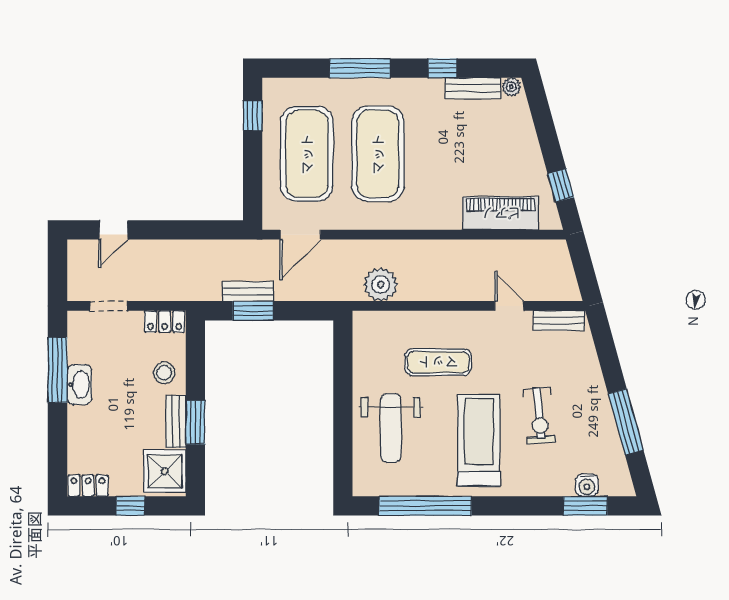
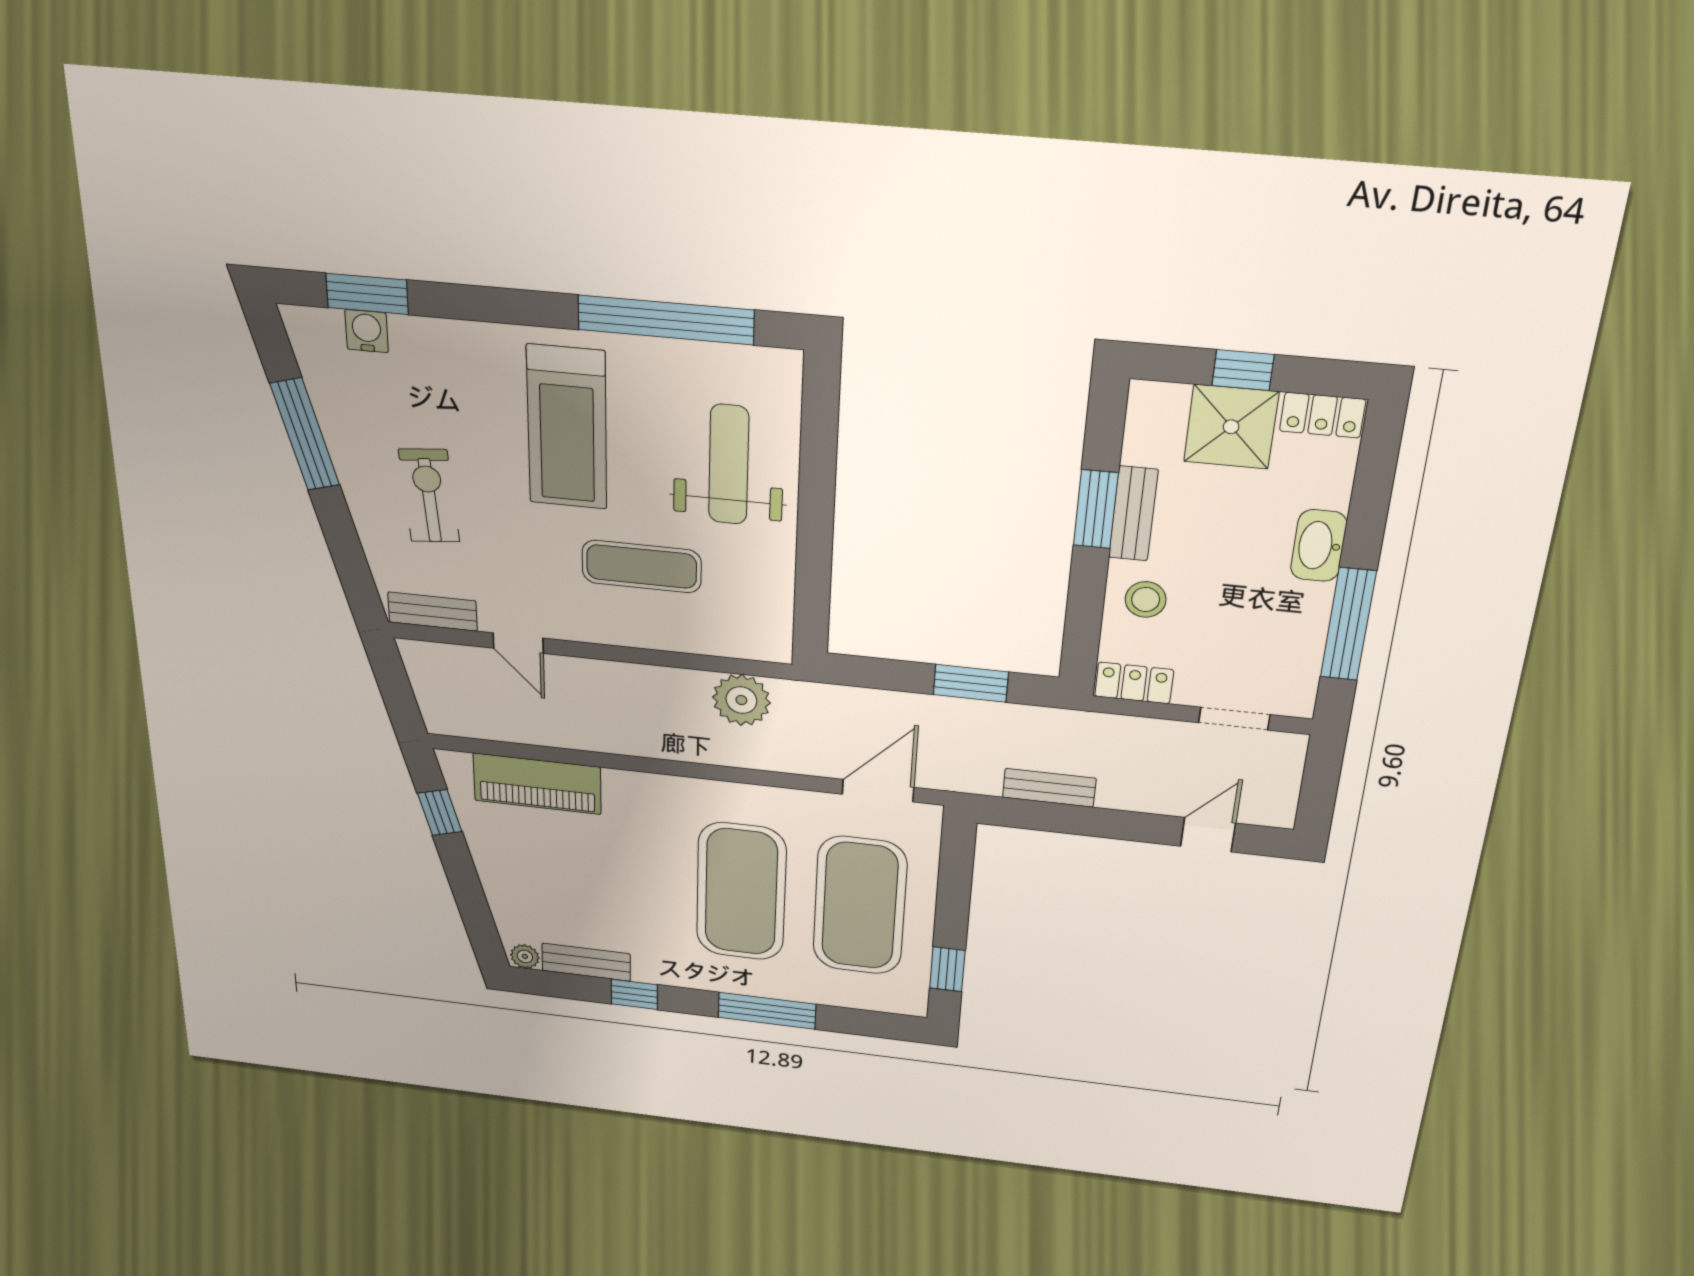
bench: (248, 292) -> (1049, 788), moved
washbasin: (79, 385) -> (1319, 546), moved
exercise bike: (539, 416) -> (429, 496), moved
shower: (165, 471) -> (1231, 427), moved

